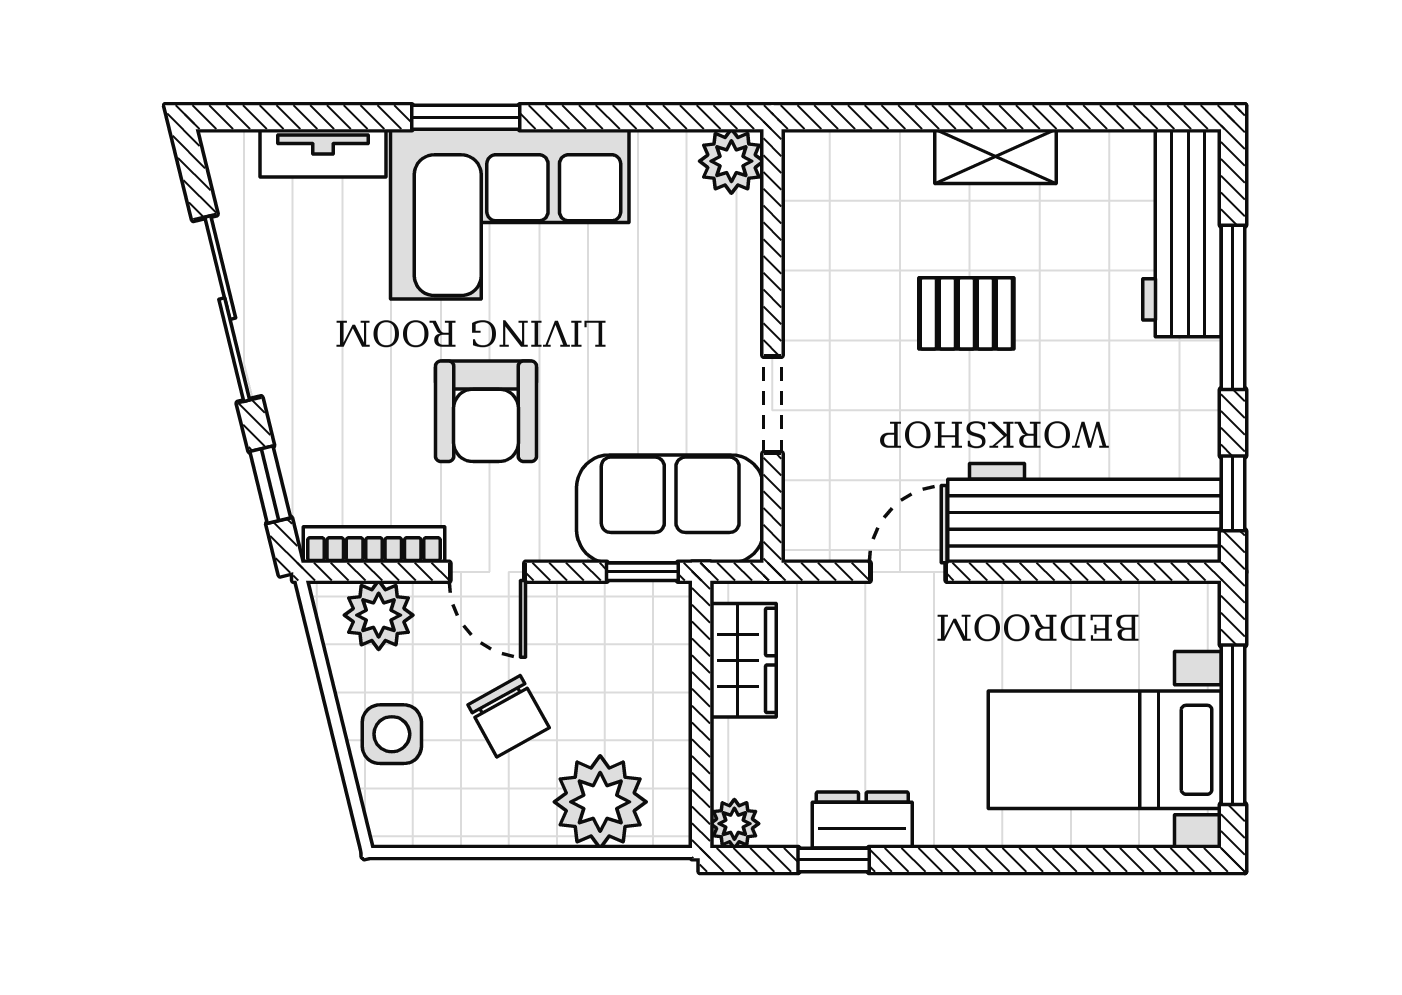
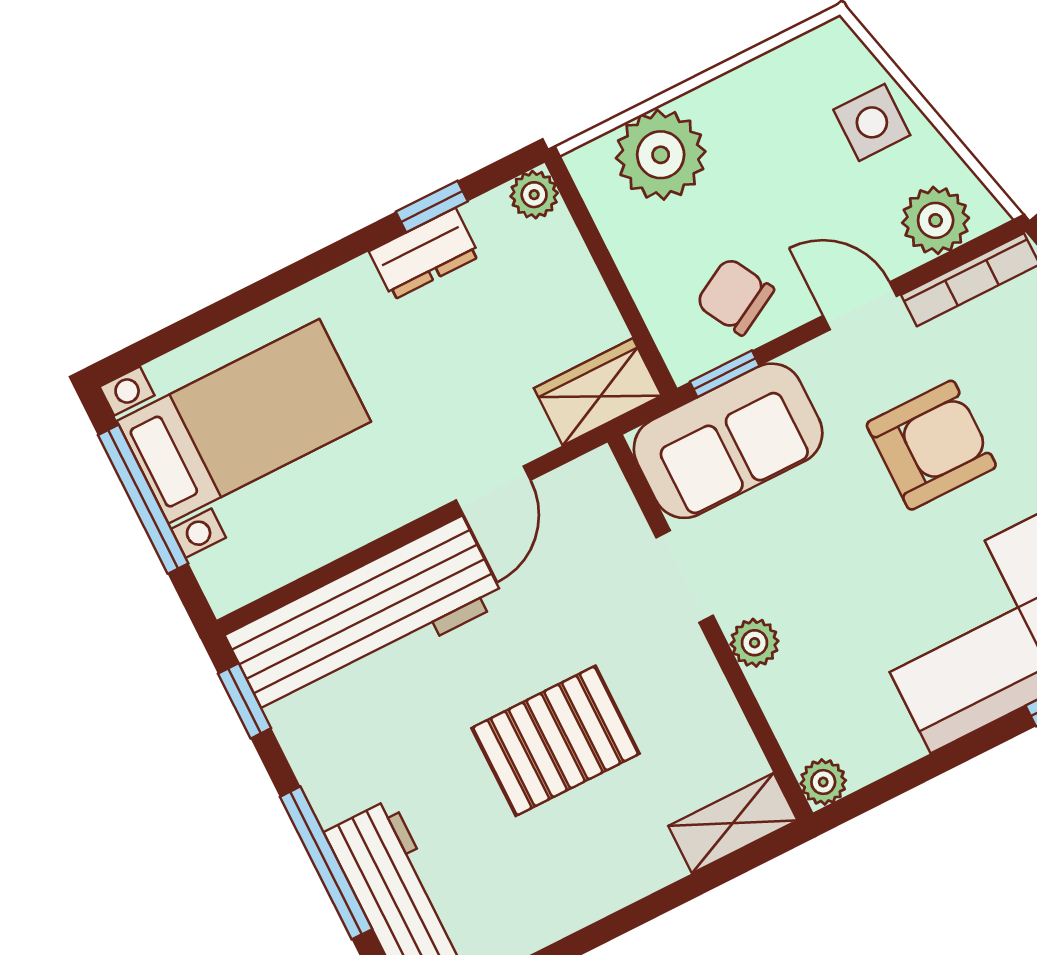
shelving: (996, 156) -> (733, 823), moved
plant: (731, 161) -> (823, 782), width x0.73, depth x0.73
plant: (739, 312) -> (755, 643), added
pallet: (966, 313) -> (556, 741), width x1.50, depth x1.42
armchair: (486, 411) -> (931, 445), turned 90
wardrobe: (743, 660) -> (598, 392), moved, turned 90
chair: (509, 716) -> (735, 296), moved

